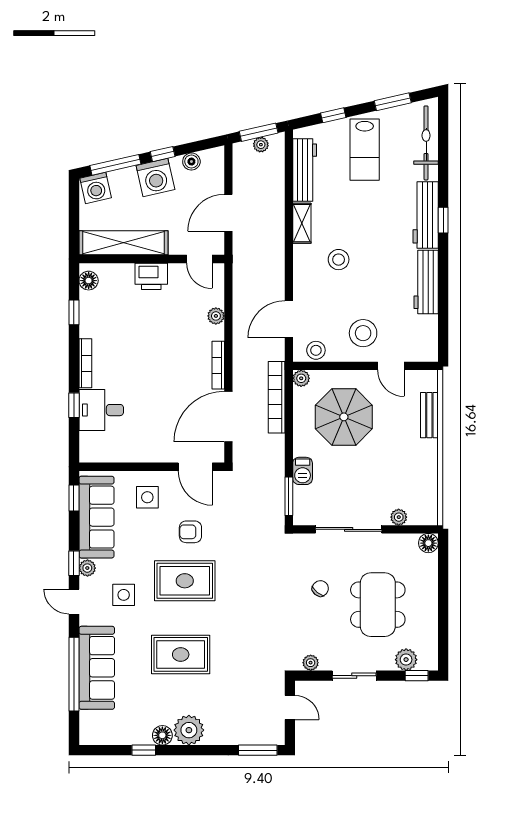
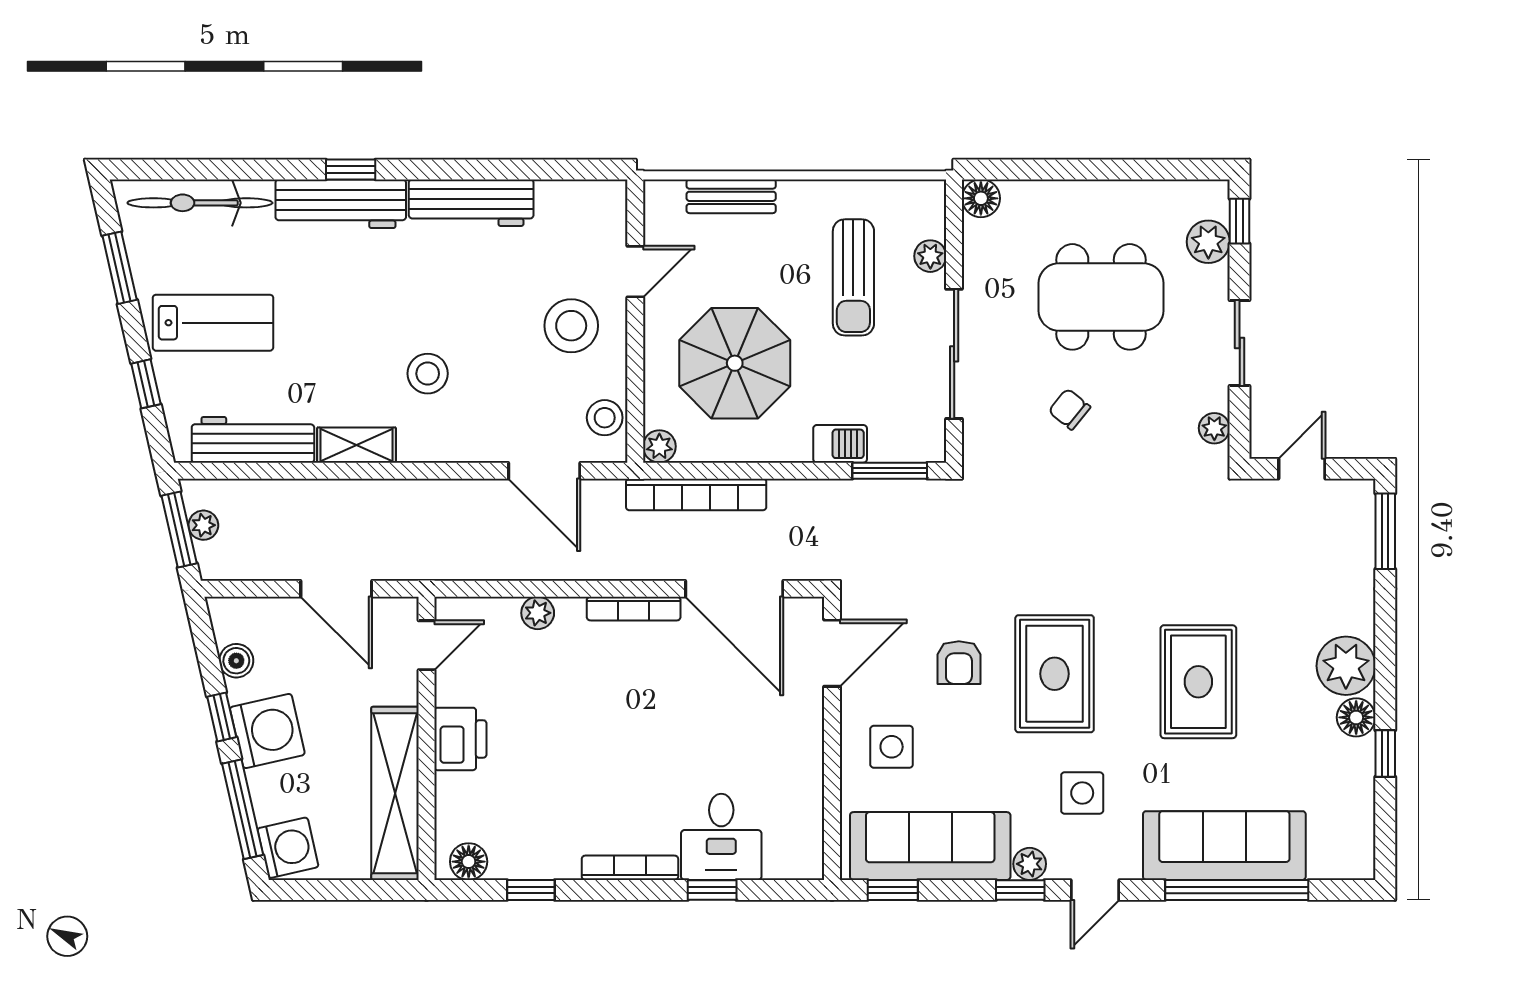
sun lounger: (388, 478) -> (853, 277), added

